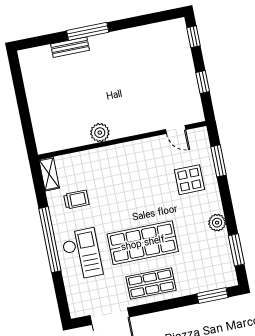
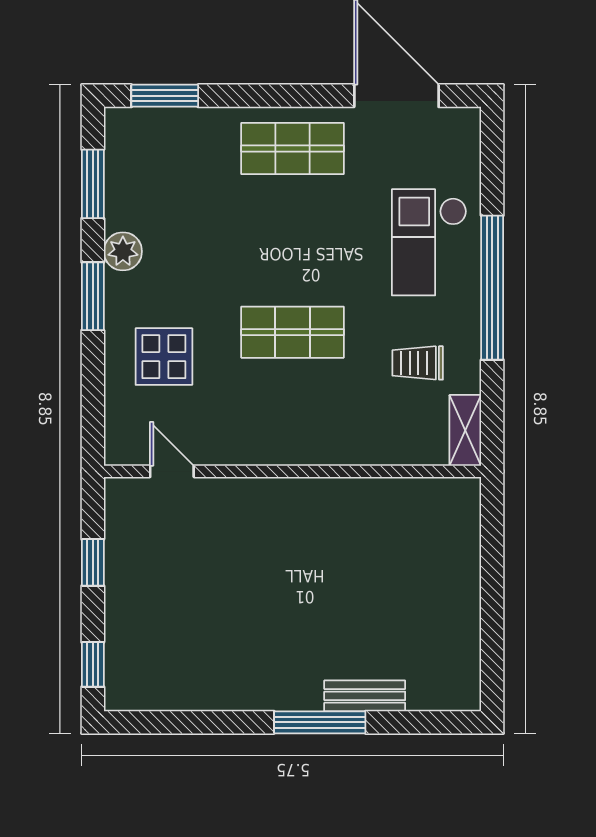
plant: (100, 133) -> (338, 498), removed
window: (218, 161) -> (93, 296), moved
shop shelf: (143, 243) -> (293, 332), moved, width x0.70, depth x0.74

